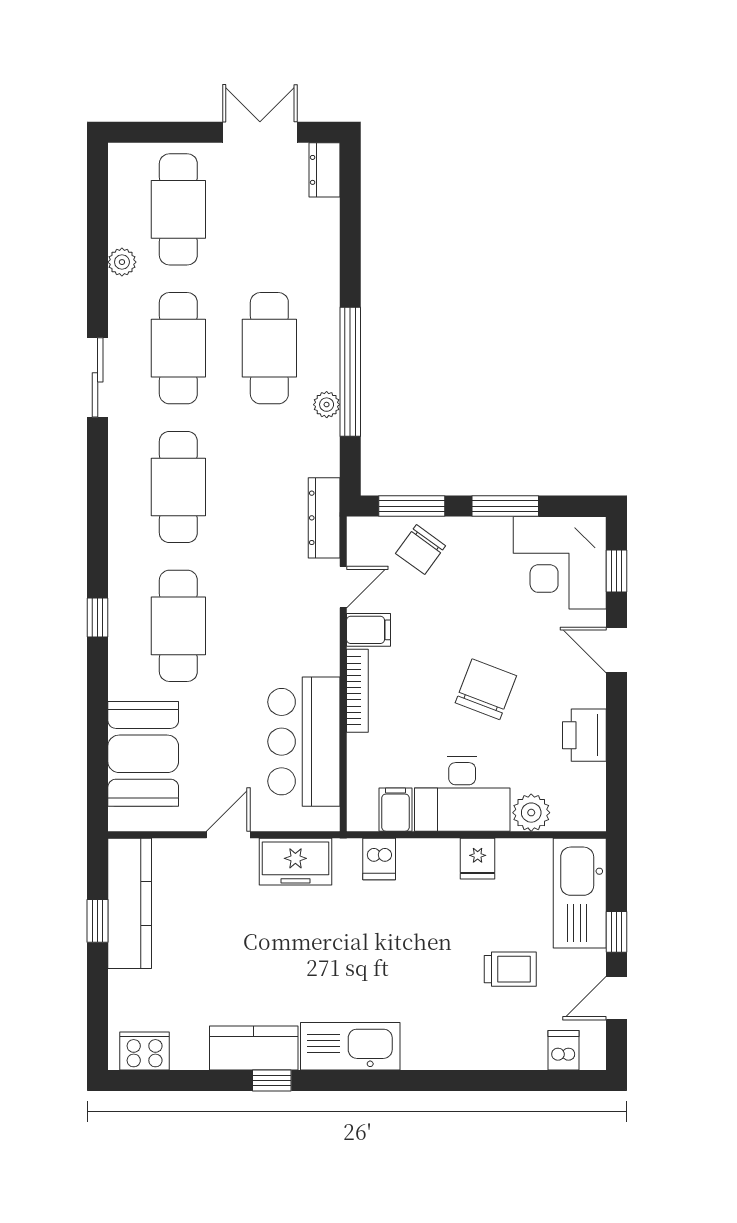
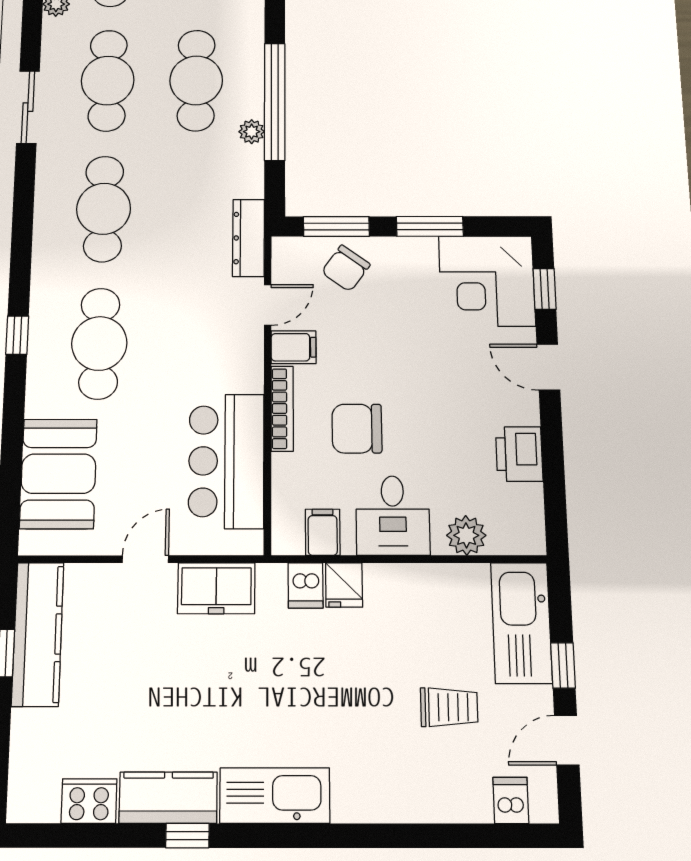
chair: (486, 689) -> (357, 429), moved, turned -111
desk: (462, 794) -> (393, 516), width x0.73
fridge: (478, 859) -> (344, 585), moved
cooker: (145, 1051) -> (89, 801), moved

